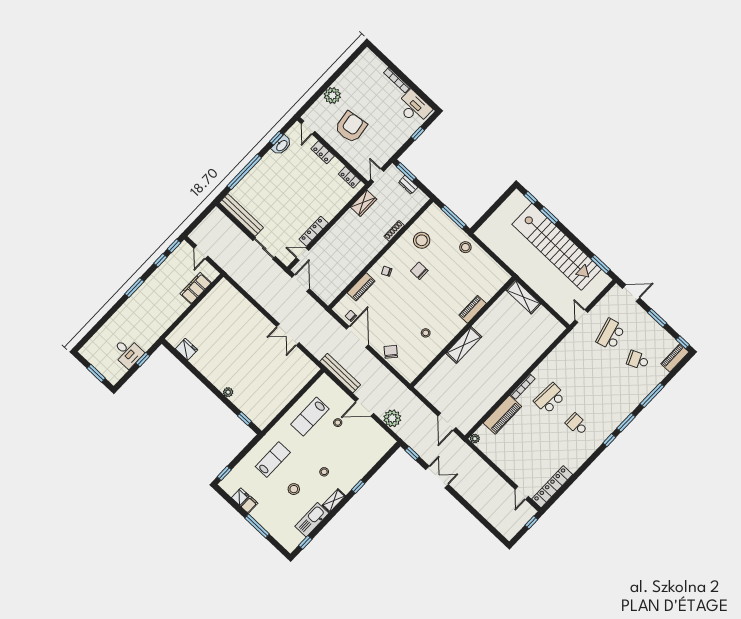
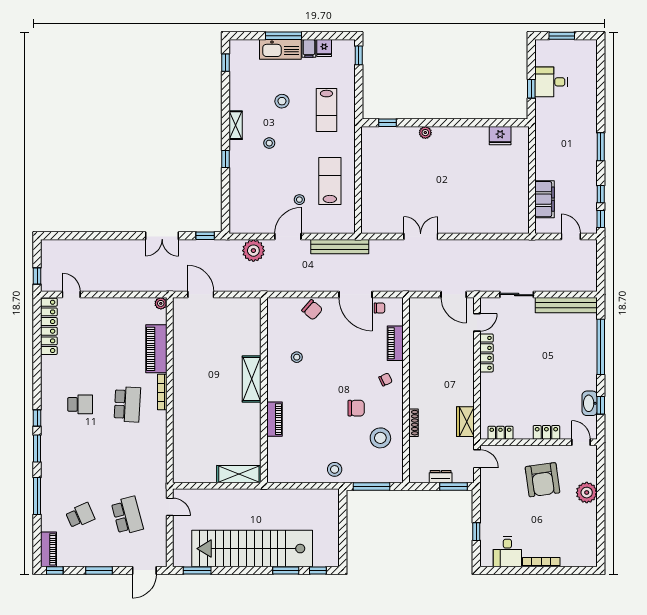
desk: (414, 108) -> (507, 552), width x0.73
kitchen sink: (312, 520) -> (280, 49), moved, turned 90

